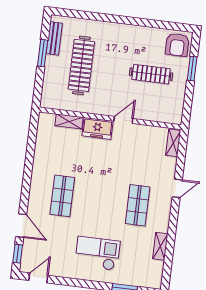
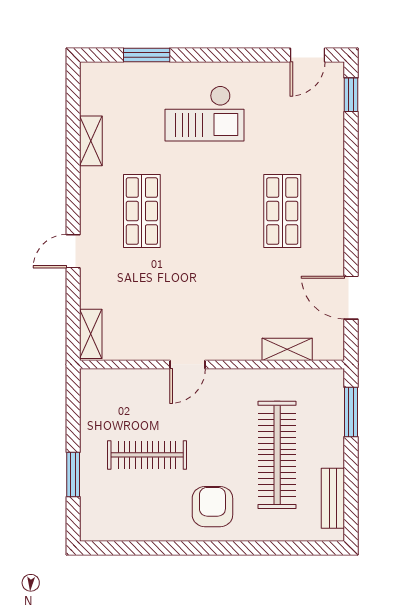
armchair: (177, 45) -> (212, 507), moved
window: (43, 53) -> (351, 412), moved
freezer: (97, 128) -> (233, 343), removed
door: (21, 226) -> (351, 298), moved

